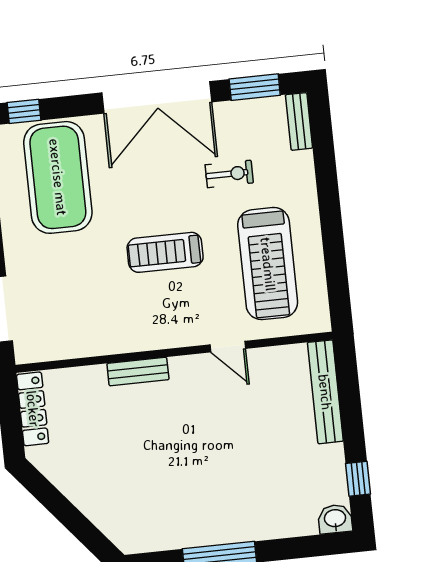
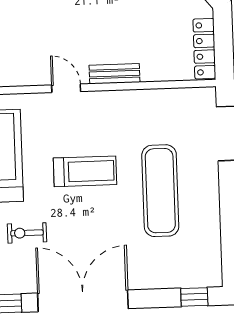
exercise mat: (58, 177) -> (160, 191), moved, width x0.68
door: (228, 347) -> (66, 88), moved

